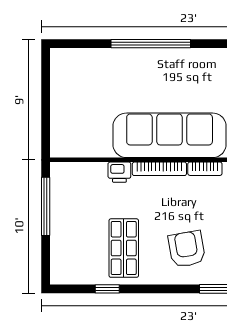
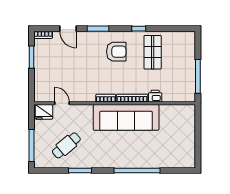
armchair: (187, 249) -> (116, 52), turned -80
window: (107, 289) -> (139, 29), moved

